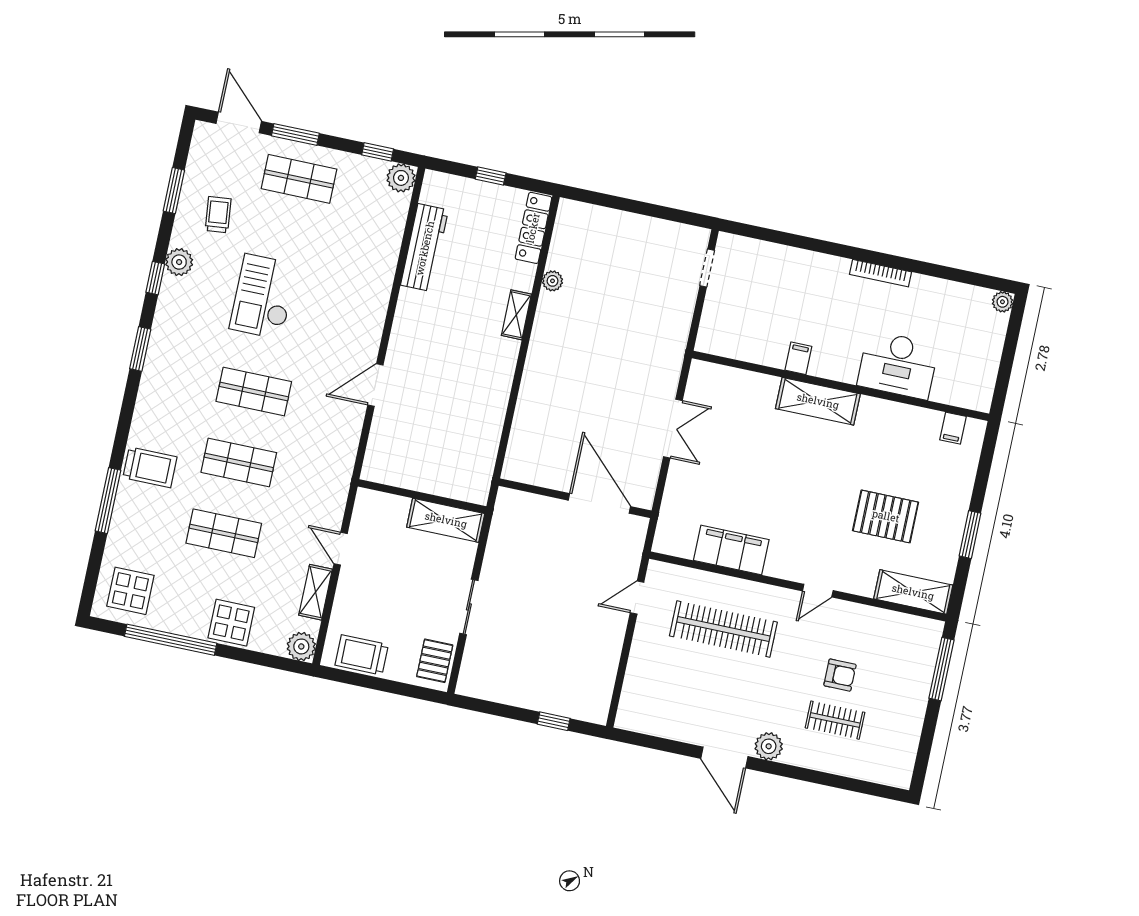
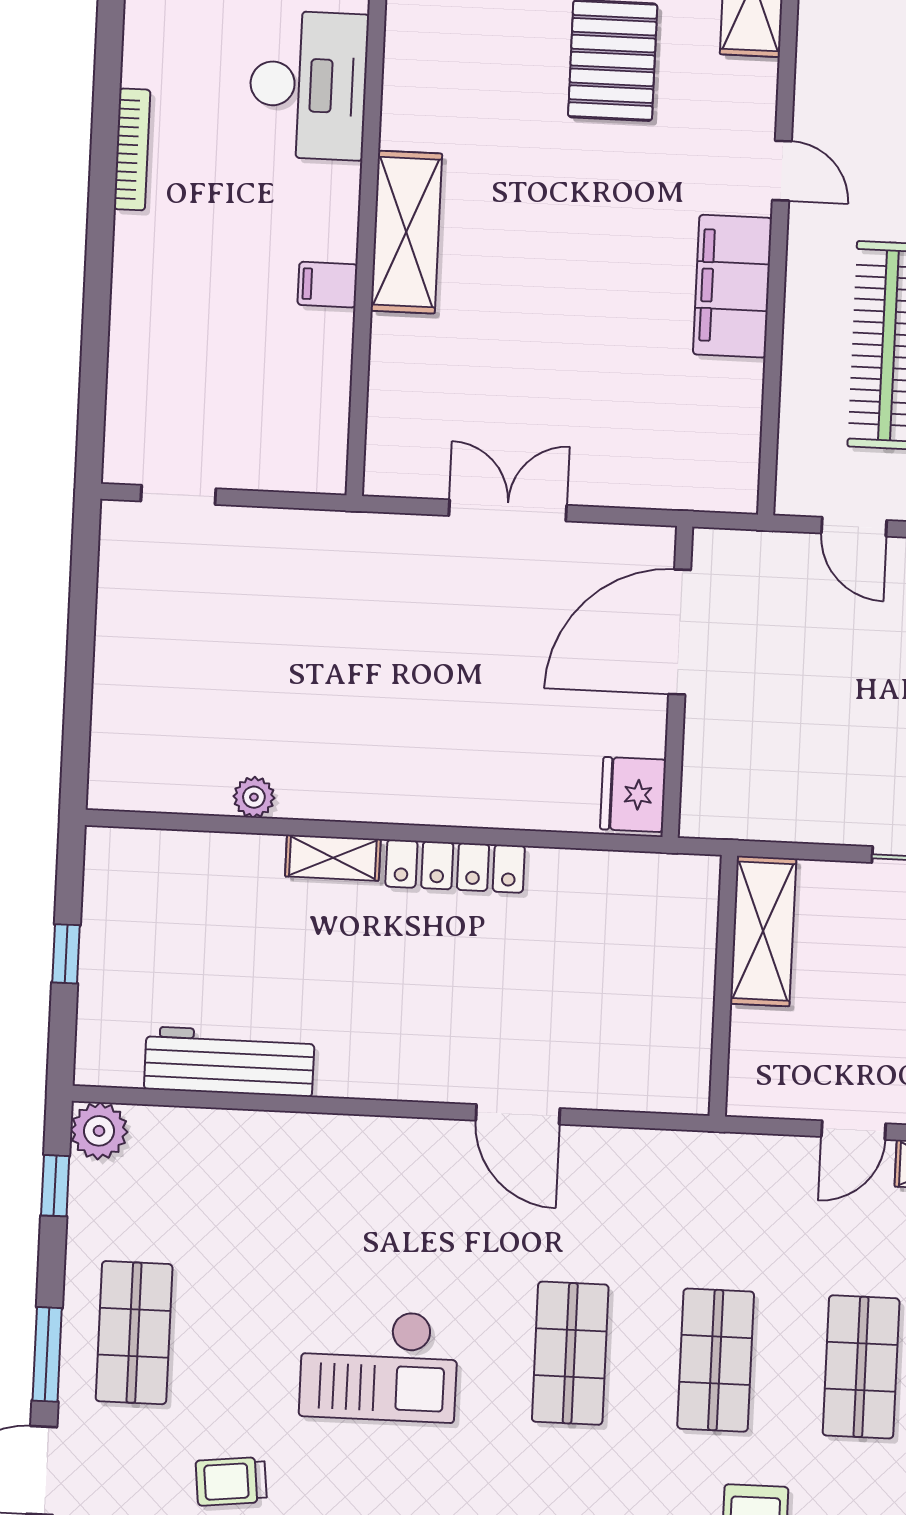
locker: (533, 228) -> (455, 866), moved
fridge: (523, 467) -> (633, 795), added
filing cabinet: (731, 550) -> (733, 286), moved

